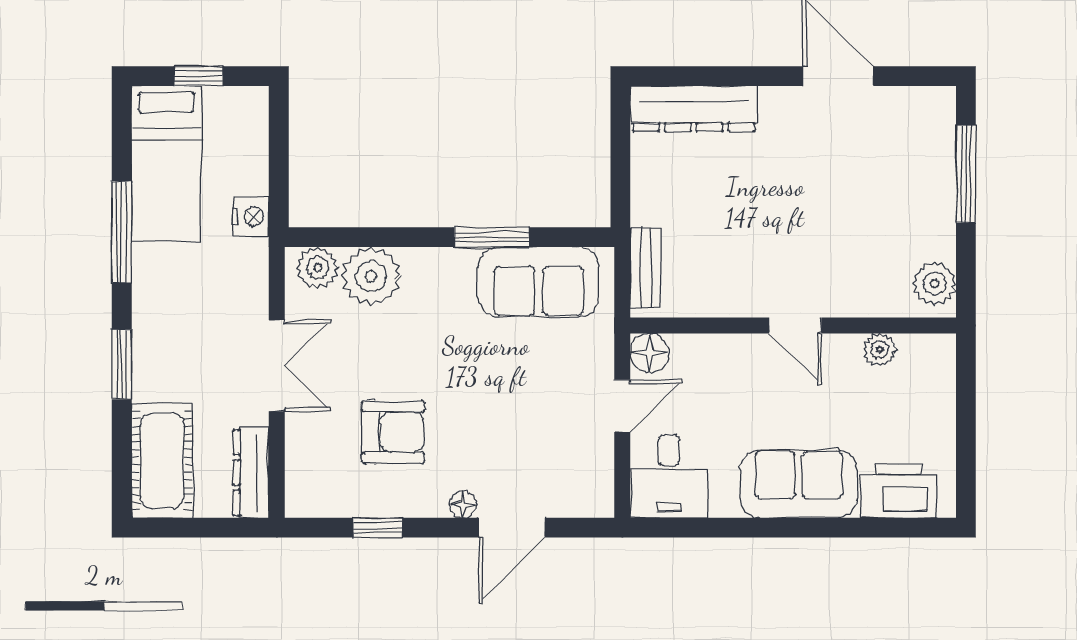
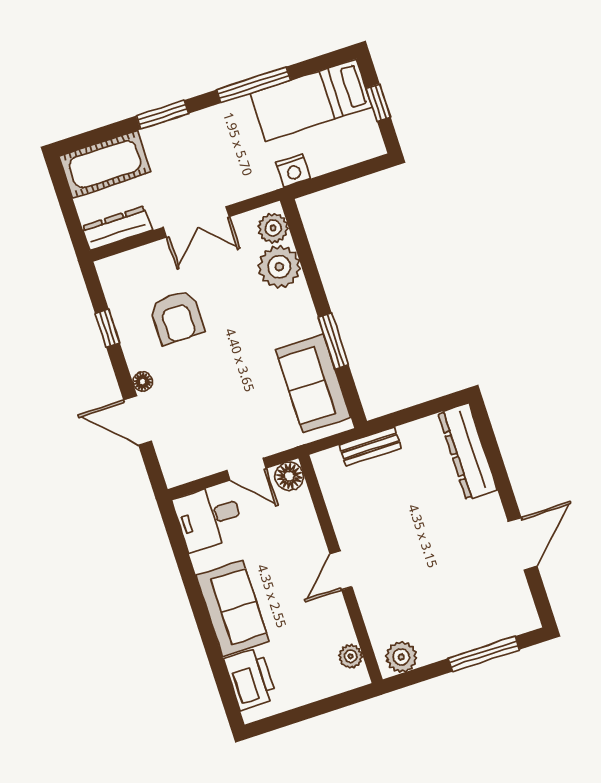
bench: (646, 268) -> (370, 447), moved
plant: (880, 350) -> (351, 656), moved

